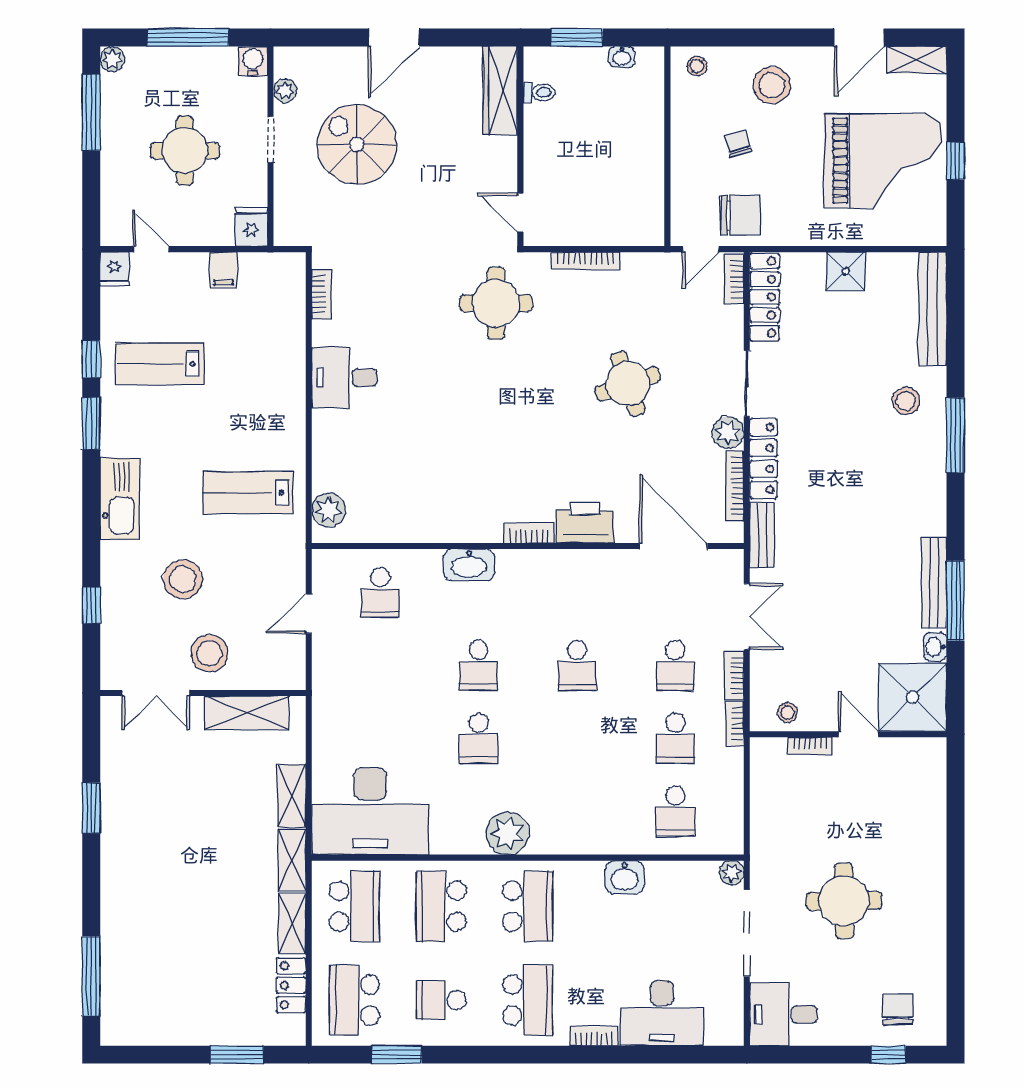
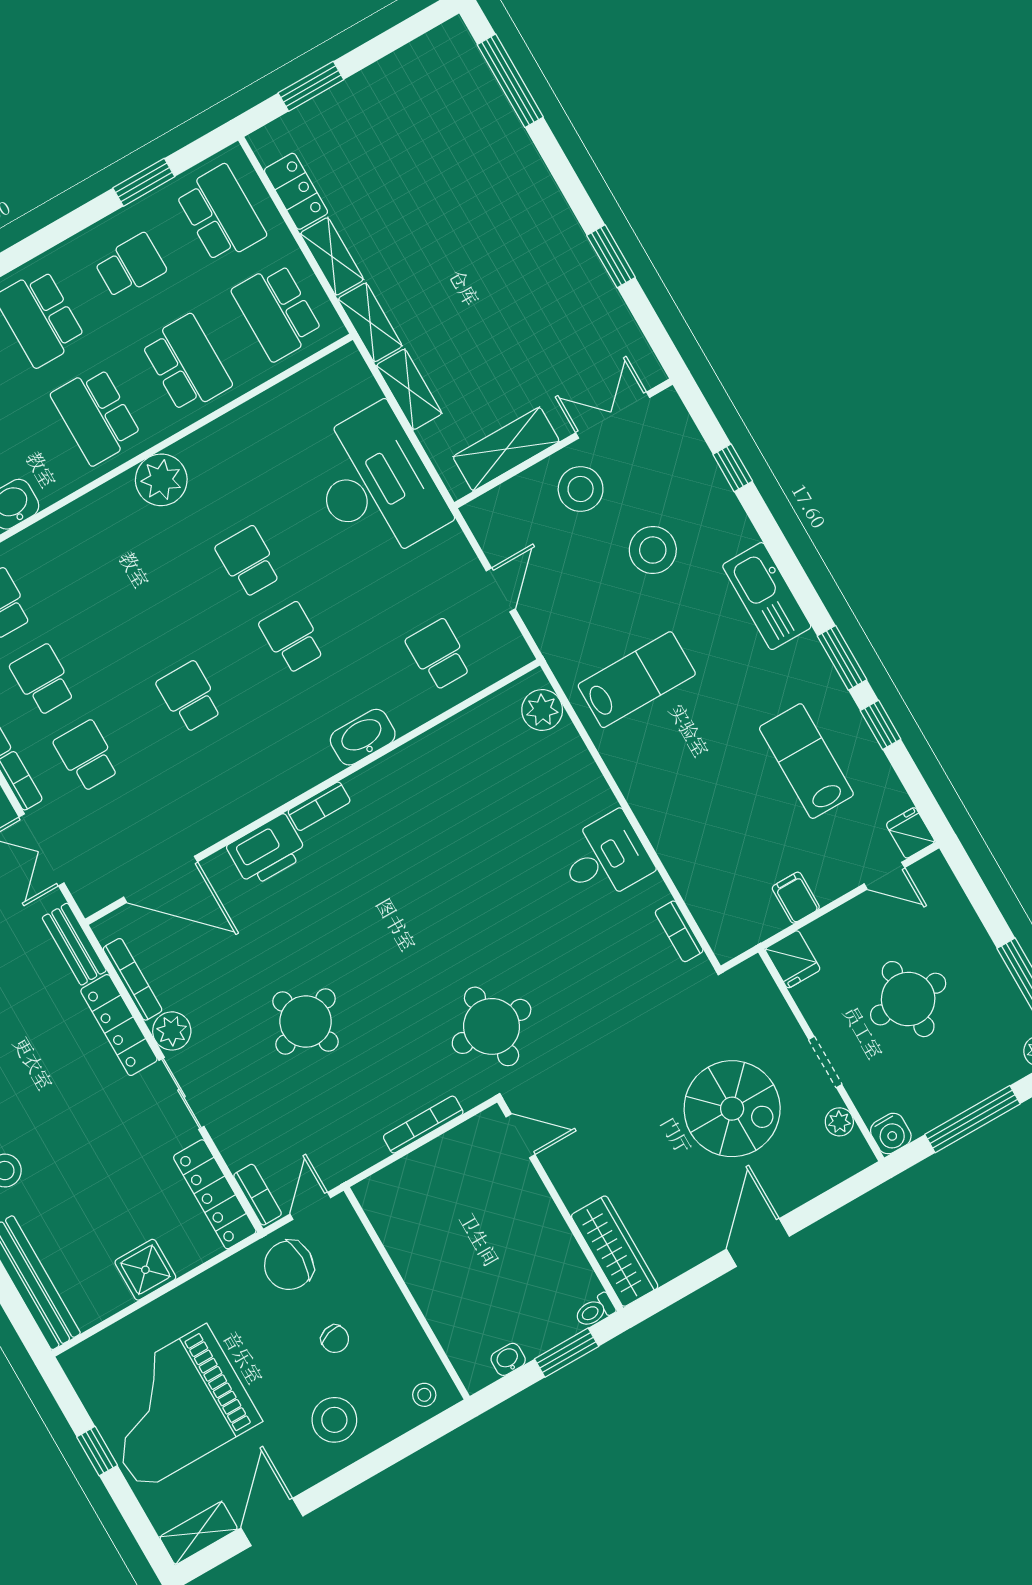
toilet: (539, 92) -> (595, 1311), moved
lab bench: (160, 364) -> (806, 761), turned -90
desk: (370, 811) -> (375, 485), moved, turned 90

